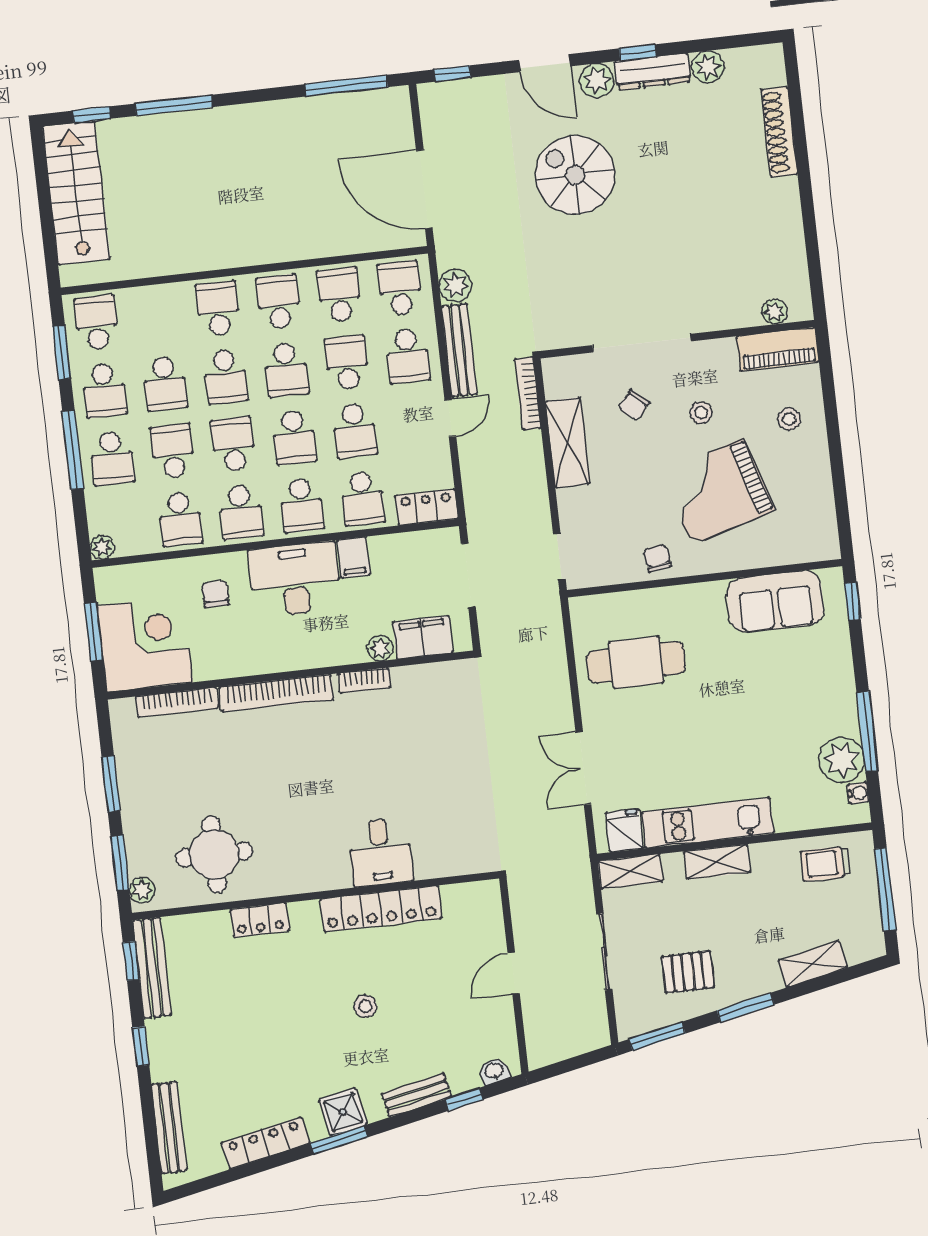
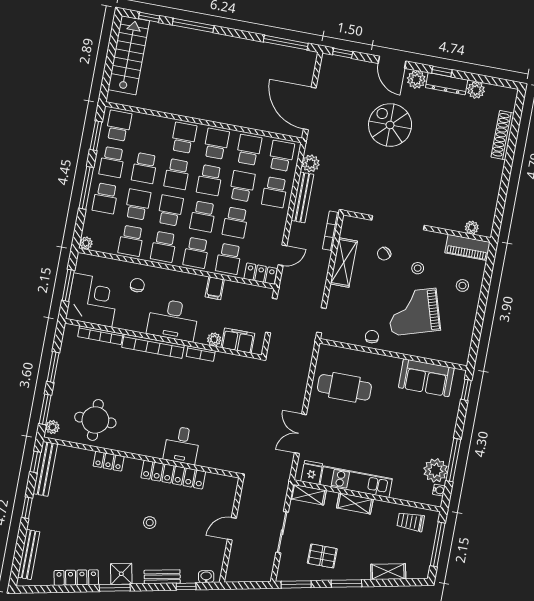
door: (450, 418) -> (282, 255), moved
desk: (295, 579) -> (173, 320), moved, turned 180

